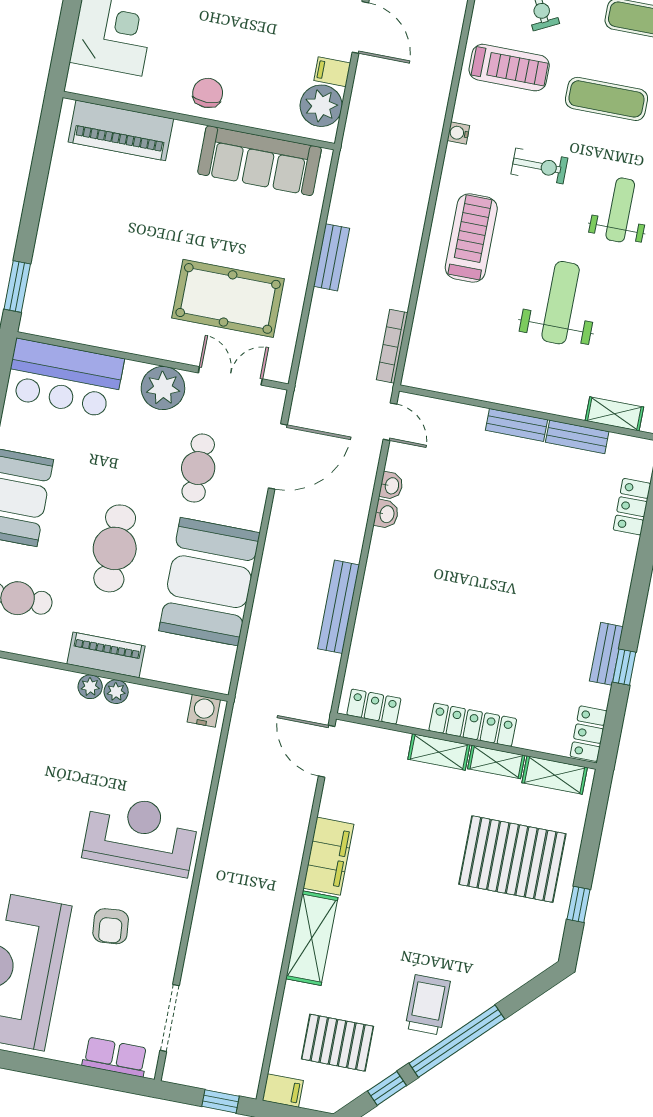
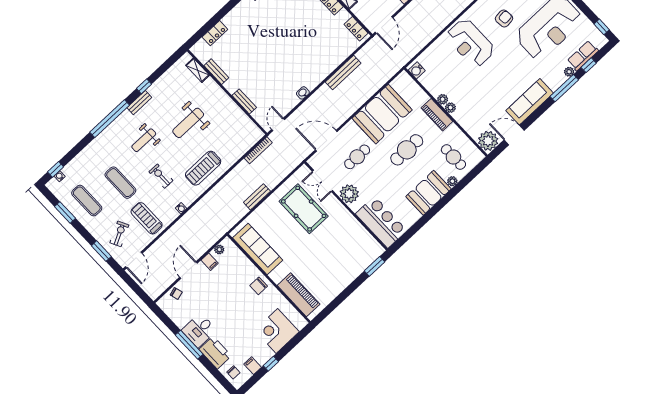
plant: (321, 106) -> (219, 250), width x0.53, depth x0.53
bench: (516, 425) -> (244, 101), moved
washbasin: (391, 486) -> (294, 102), removed

